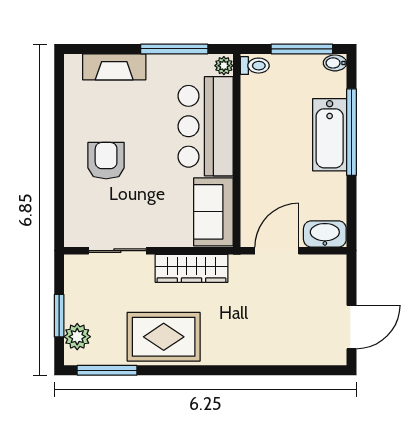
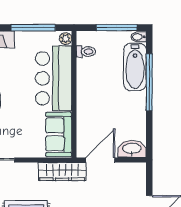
toilet: (255, 66) -> (86, 52), moved
bathtub: (330, 135) -> (135, 67), moved
wardrobe: (192, 268) -> (62, 171), moved

